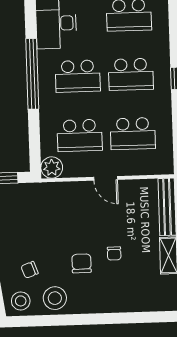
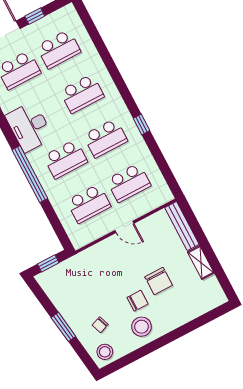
plant: (52, 168) -> (79, 238), removed
chair: (114, 253) -> (159, 281), width x1.87, depth x1.87
chair: (82, 263) -> (137, 301), turned 90
stool: (55, 298) -> (141, 327), moved

